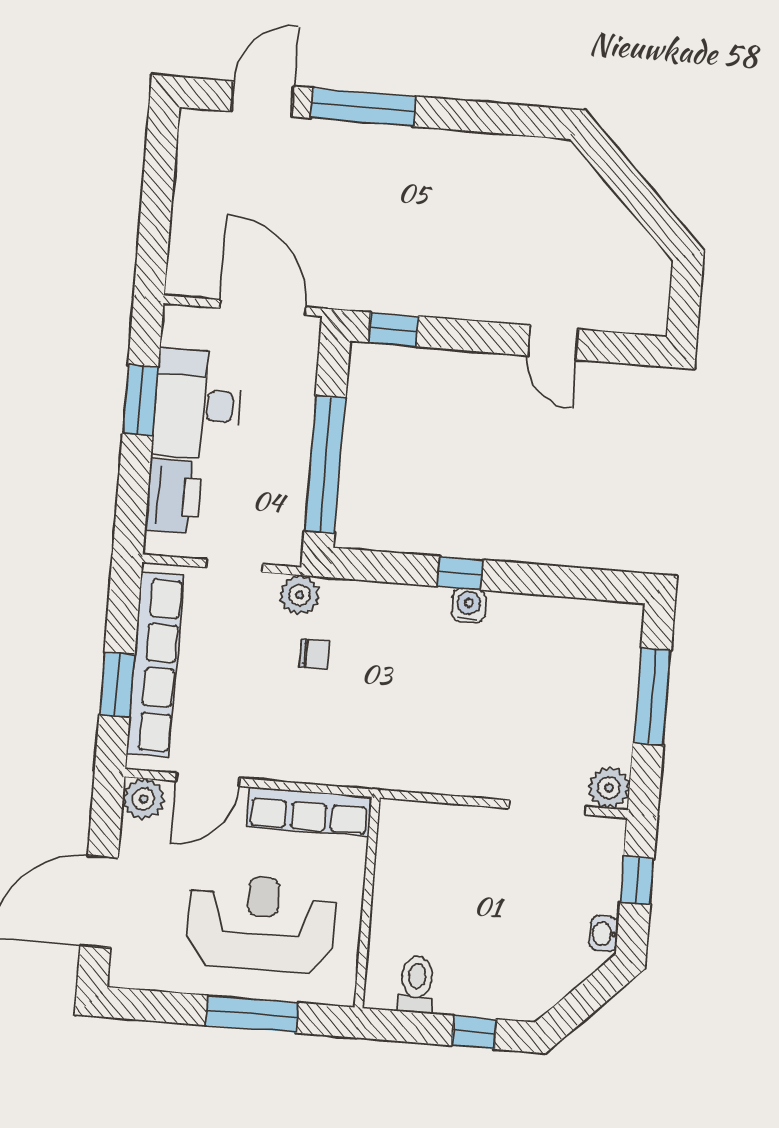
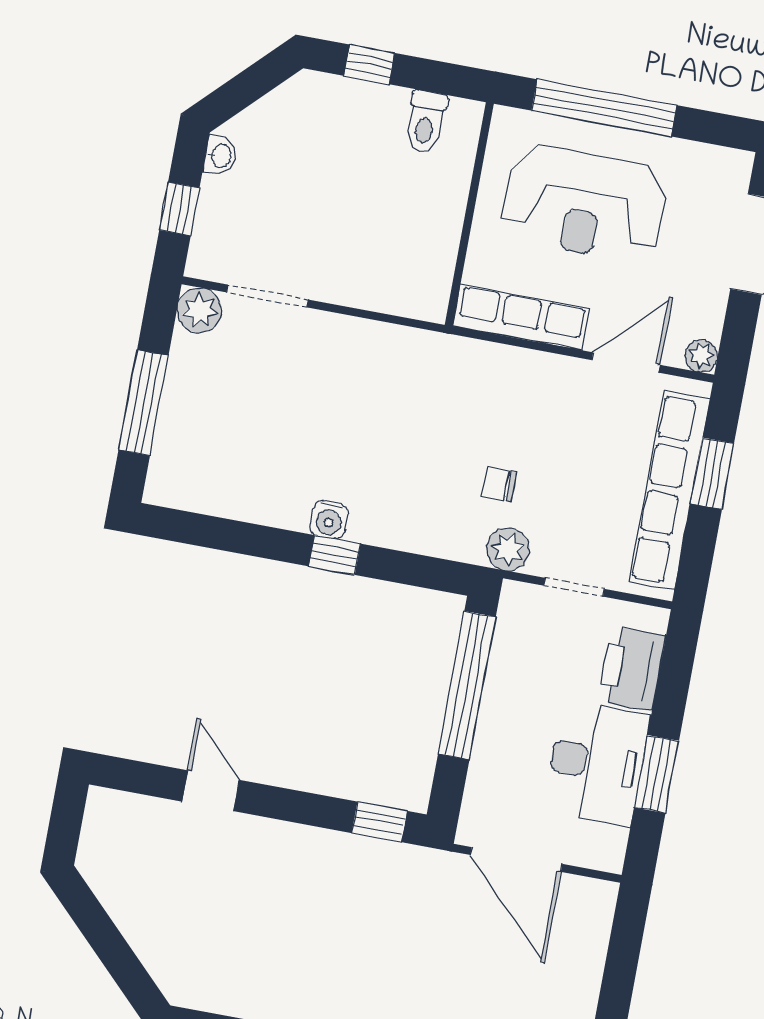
plant: (143, 799) -> (701, 356), width x0.73, depth x0.73
window: (252, 1014) -> (604, 108), width x1.46

